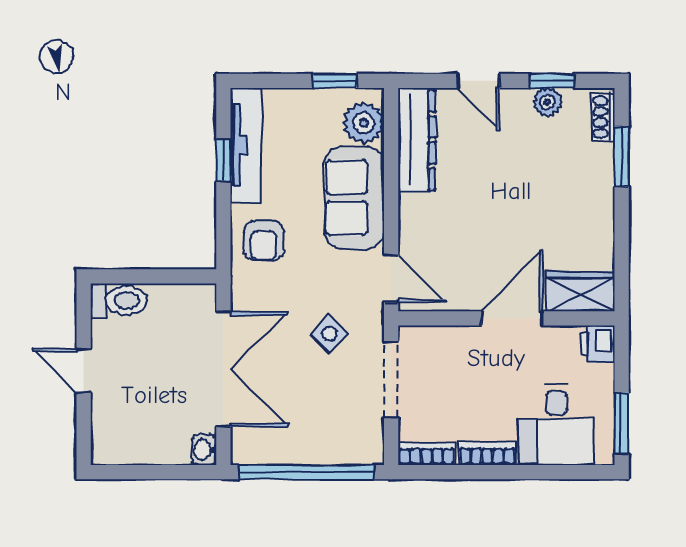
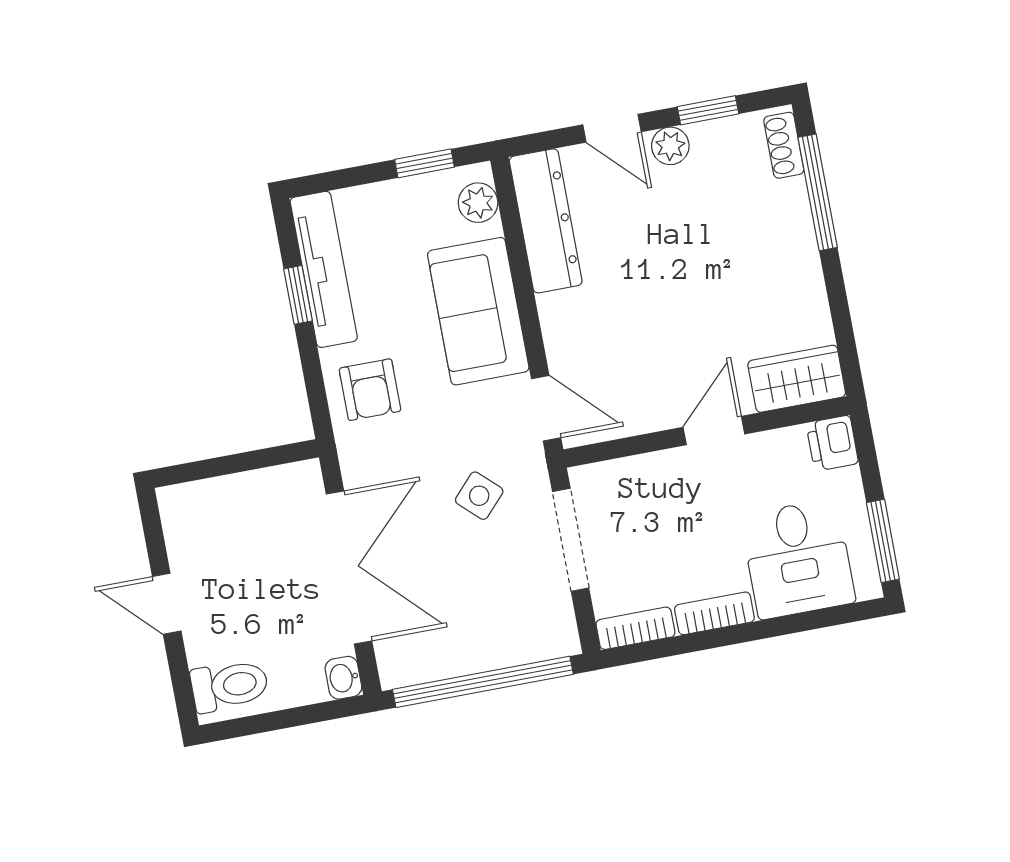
plant: (547, 102) -> (670, 146), moved
plant: (364, 123) -> (478, 203), width x0.73, depth x0.73
window: (622, 157) -> (818, 192), width x1.44
toilet: (119, 301) -> (230, 686), moved
door: (512, 318) -> (714, 431), width x0.73

